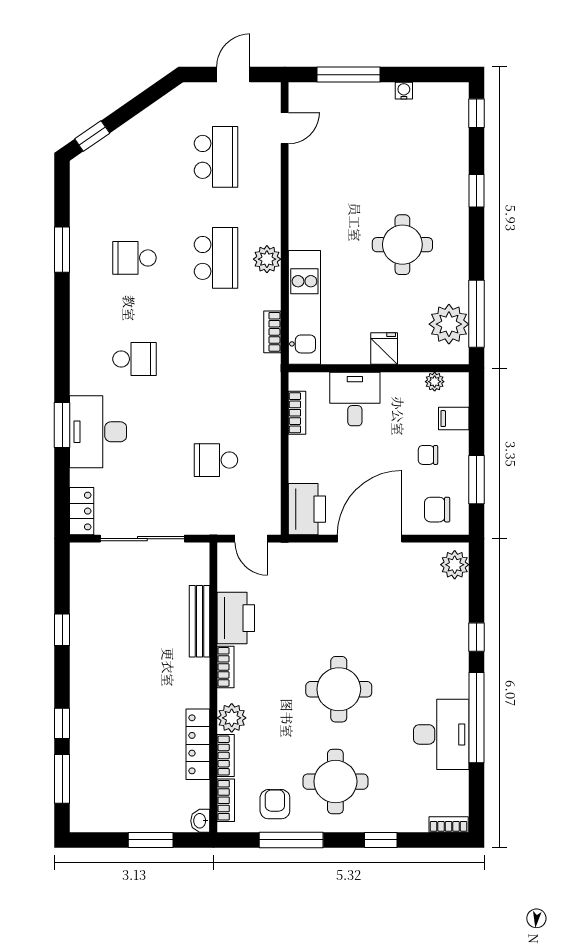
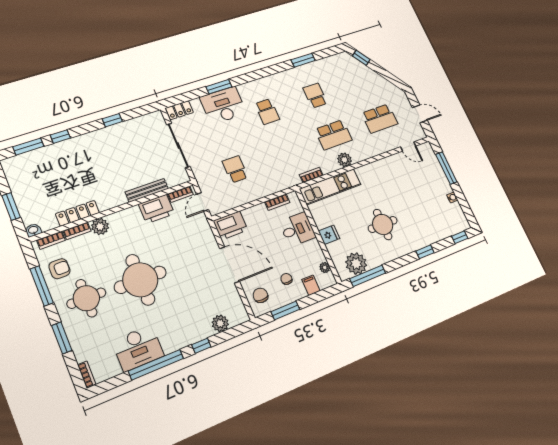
plant: (455, 565) -> (220, 323), moved
bookcase: (226, 667) -> (181, 194), moved
round table: (339, 689) -> (140, 280), width x1.36, depth x1.36
window: (381, 840) -> (62, 338), width x1.50

